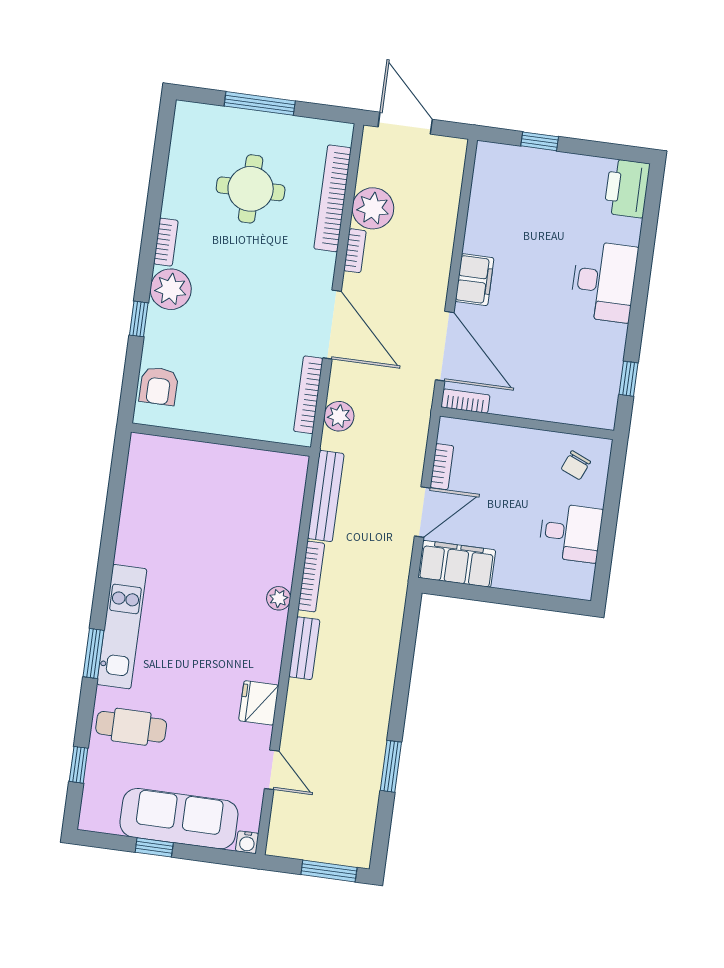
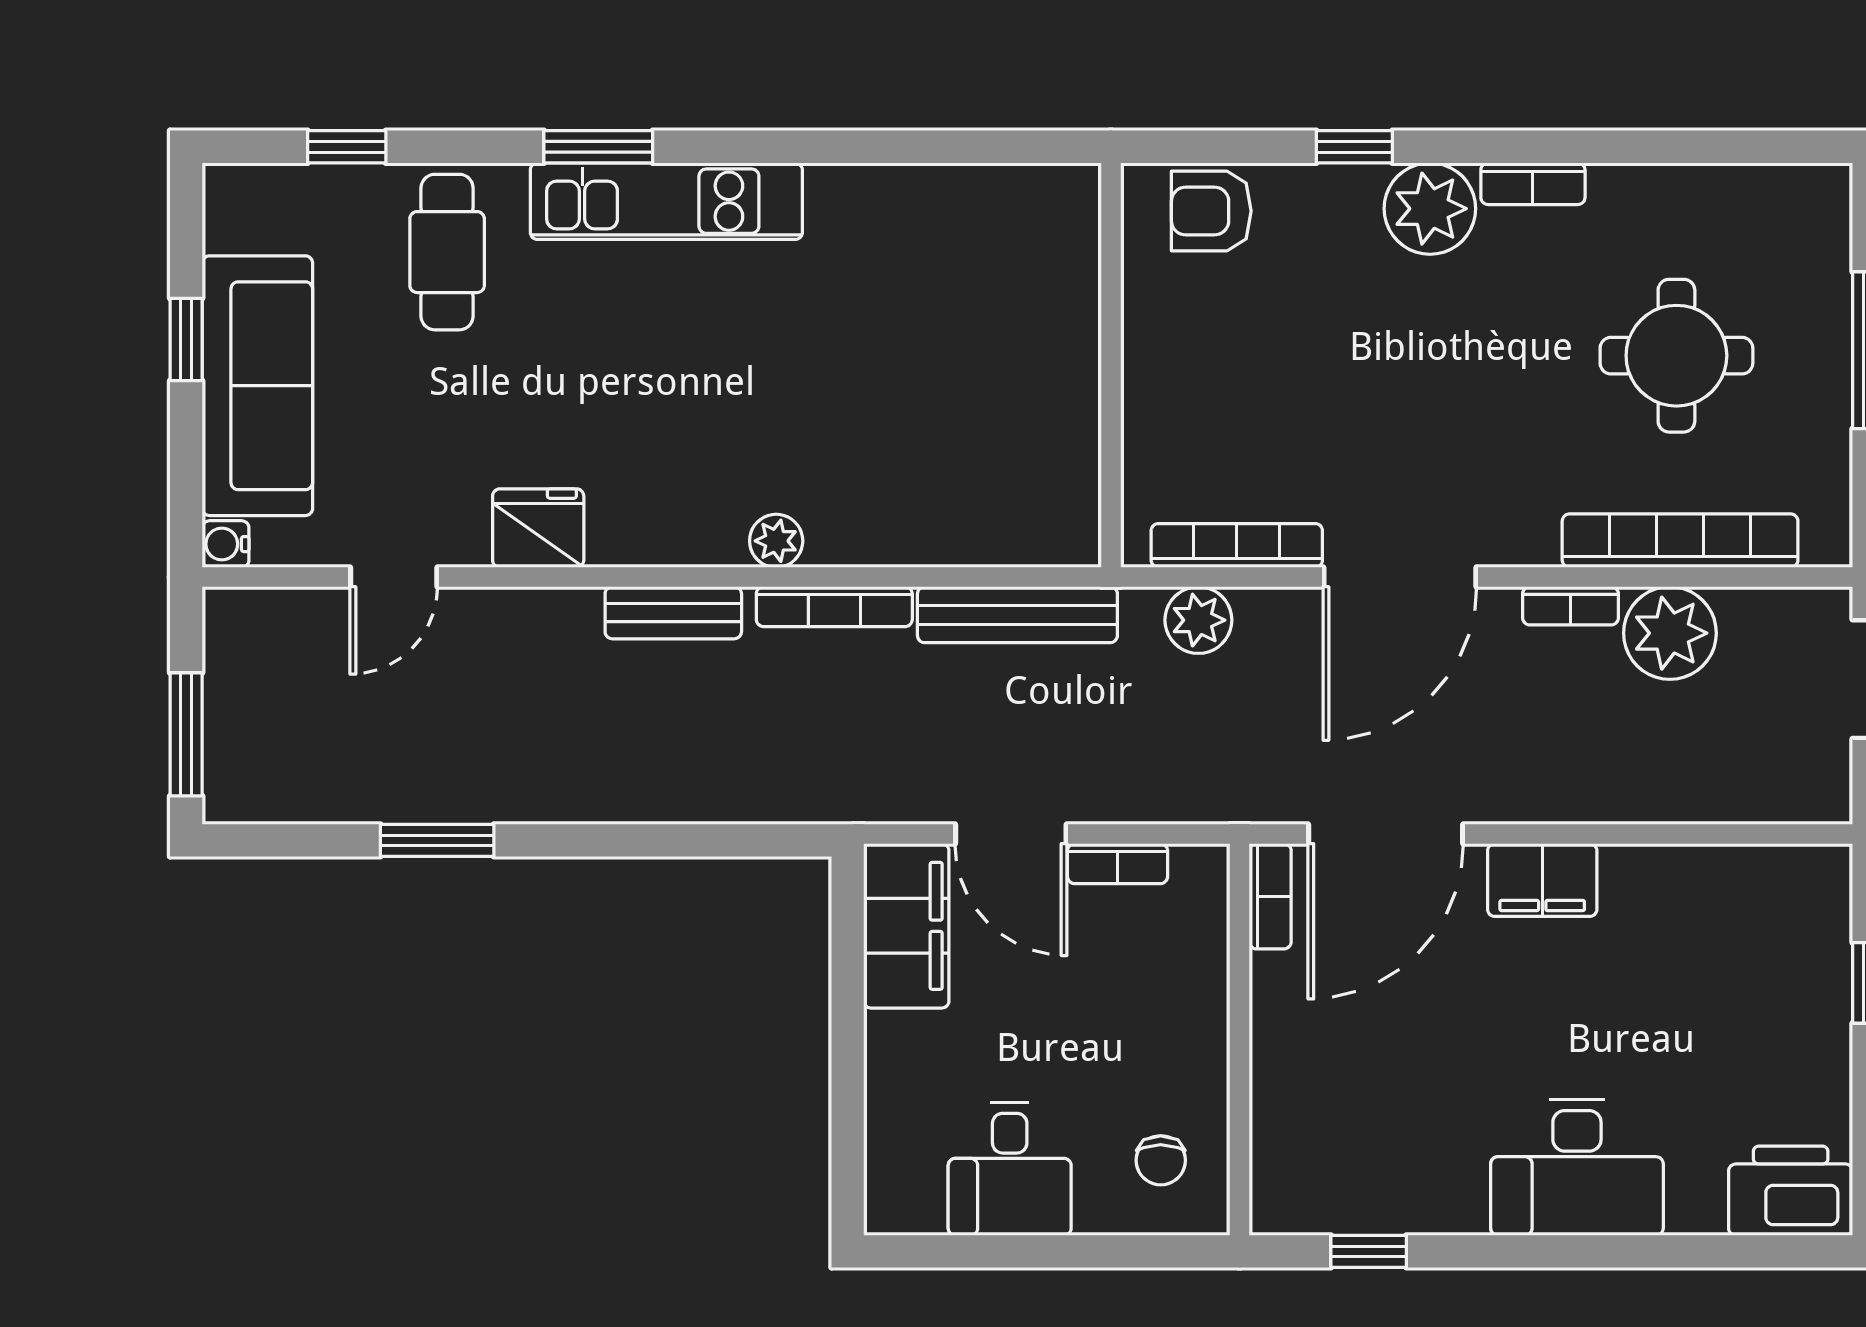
chair: (576, 465) -> (1161, 1160), turned -113

